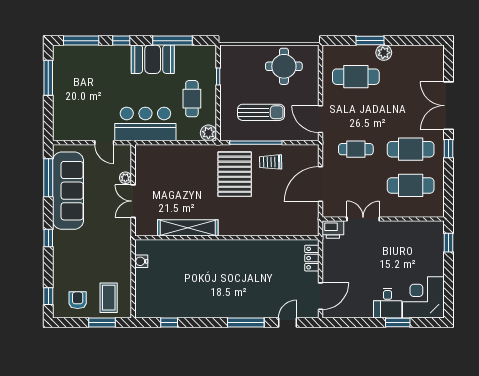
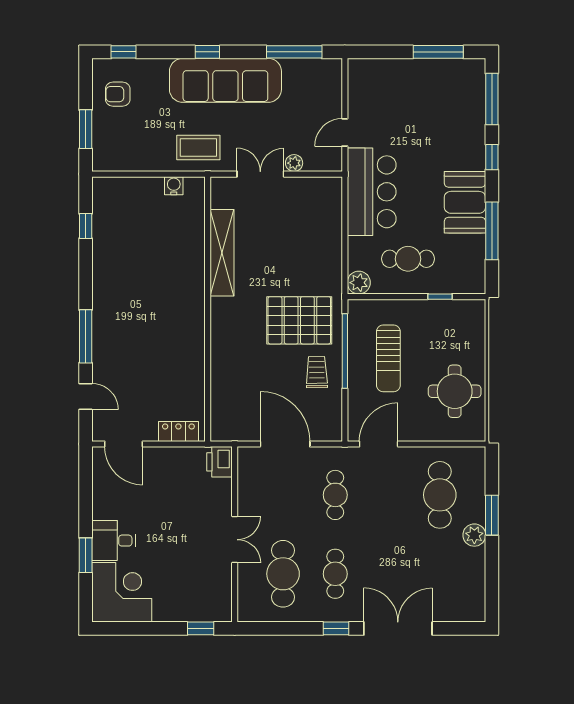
cafe table: (411, 149) -> (335, 574), width x0.73, depth x0.74
sofa: (68, 191) -> (225, 80), moved
double door: (363, 219) -> (235, 540), moved
coffee table: (109, 298) -> (198, 148), moved
armchair: (78, 300) -> (118, 94), turned 180

